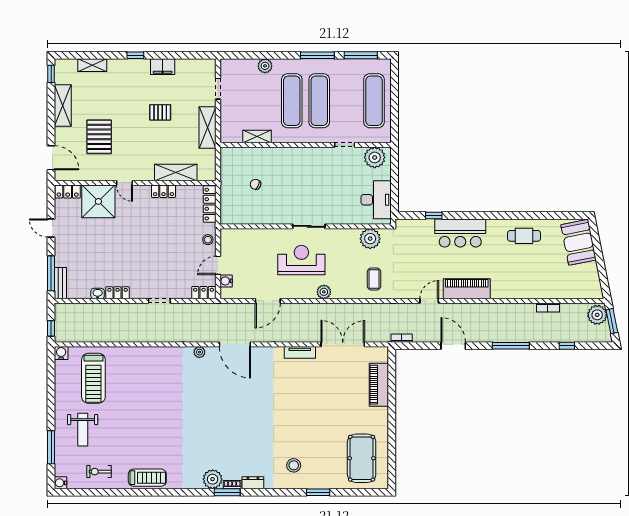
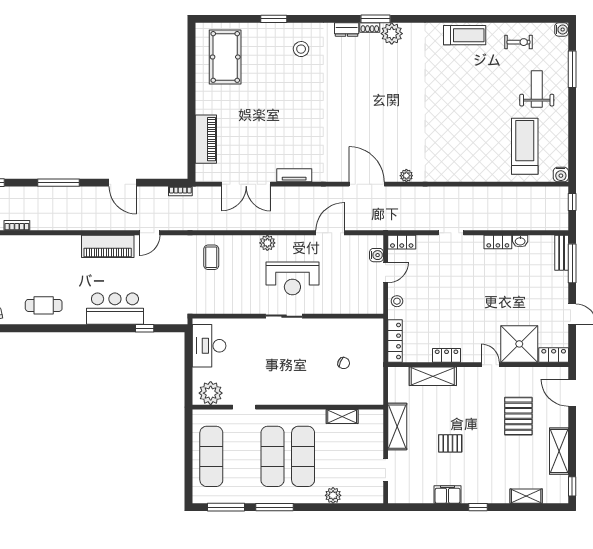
plant: (370, 239) -> (216, 302), removed
treadmill: (147, 478) -> (465, 35), turned 180

